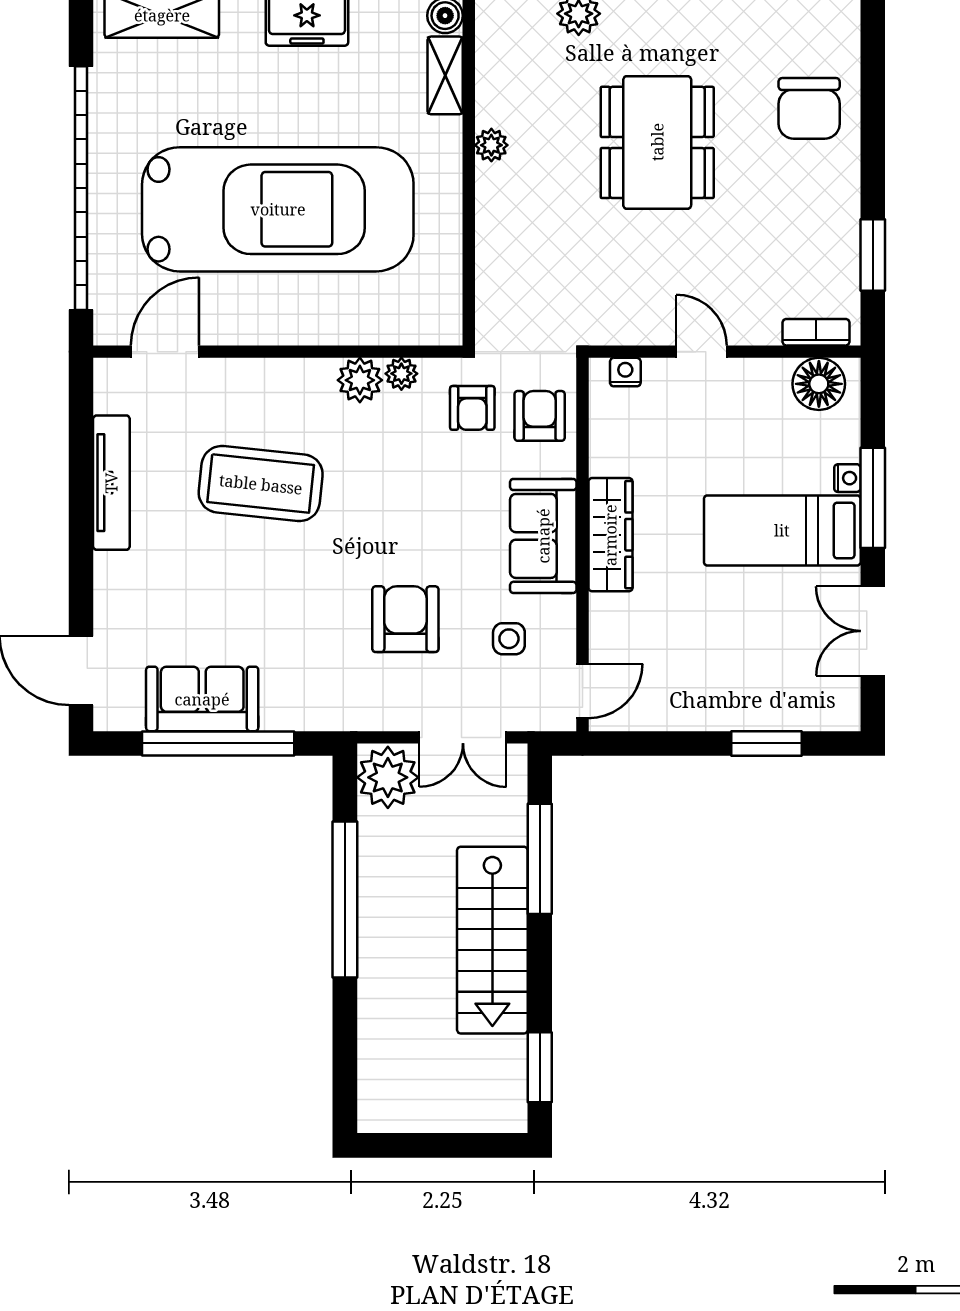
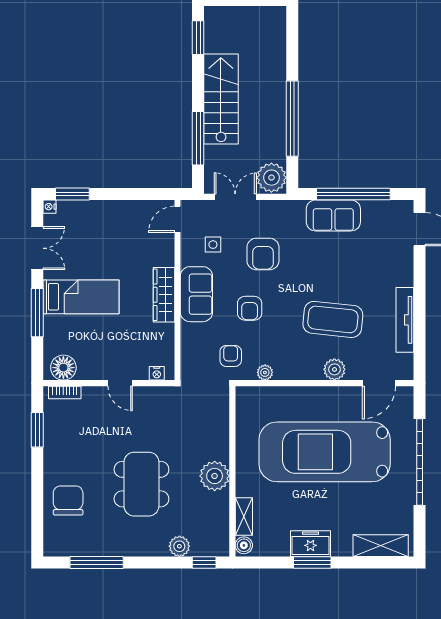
plant: (491, 145) -> (215, 476), width x1.88, depth x1.88
garage door: (81, 188) -> (420, 462), width x0.73
plant: (360, 380) -> (334, 369), moved
armchair: (540, 416) -> (250, 308), moved
nightstand: (847, 478) -> (50, 207), moved
sofa: (202, 699) -> (333, 215), moved
window: (766, 743) -> (72, 194), moved

